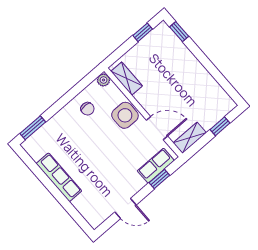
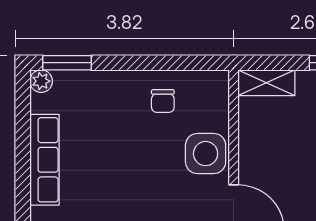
shelving: (127, 79) -> (266, 83), moved, turned 90
plant: (104, 80) -> (41, 81), moved

